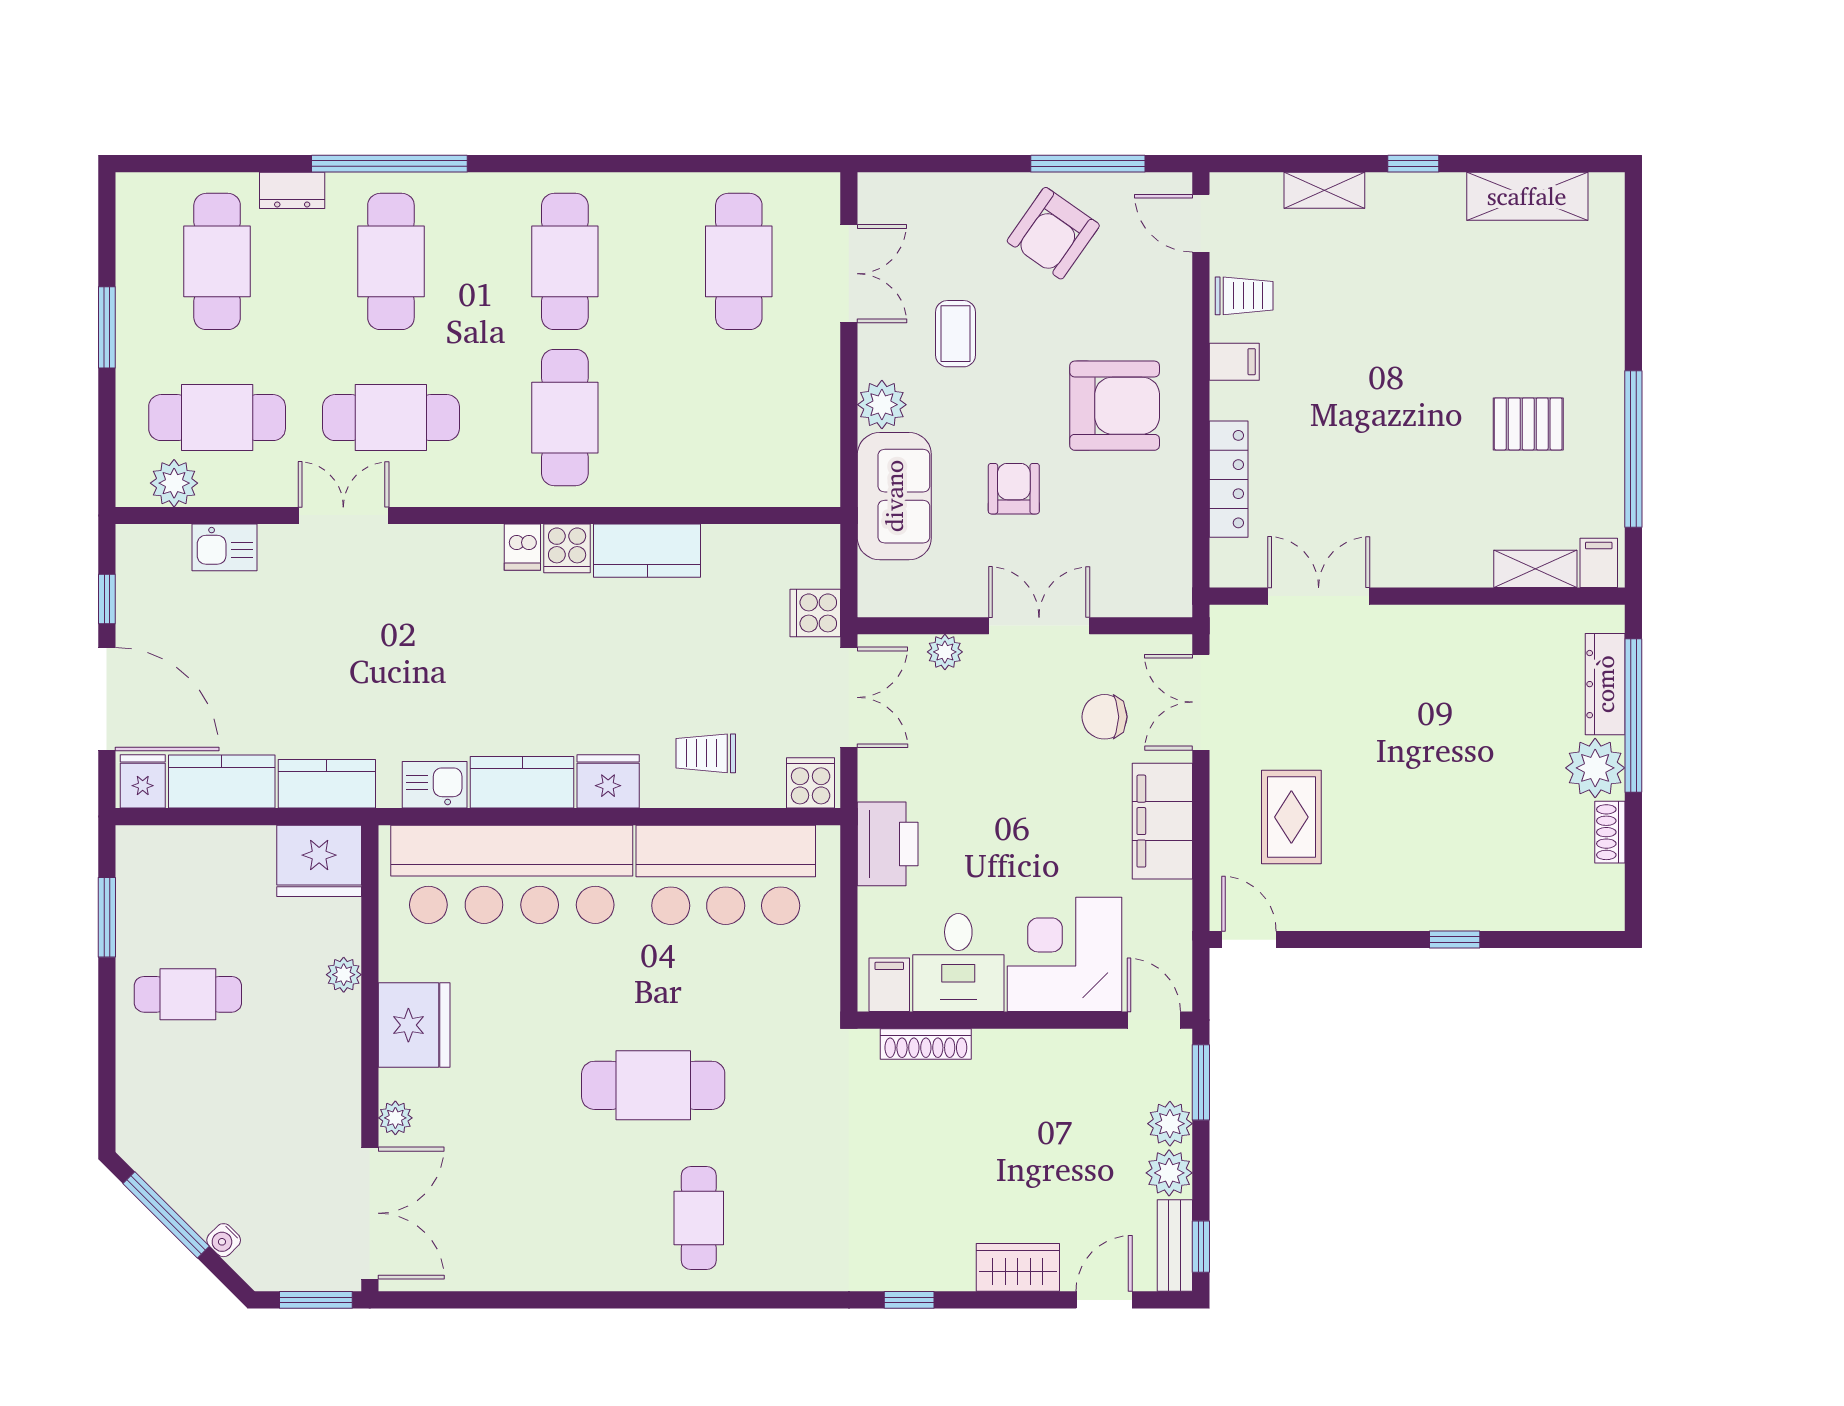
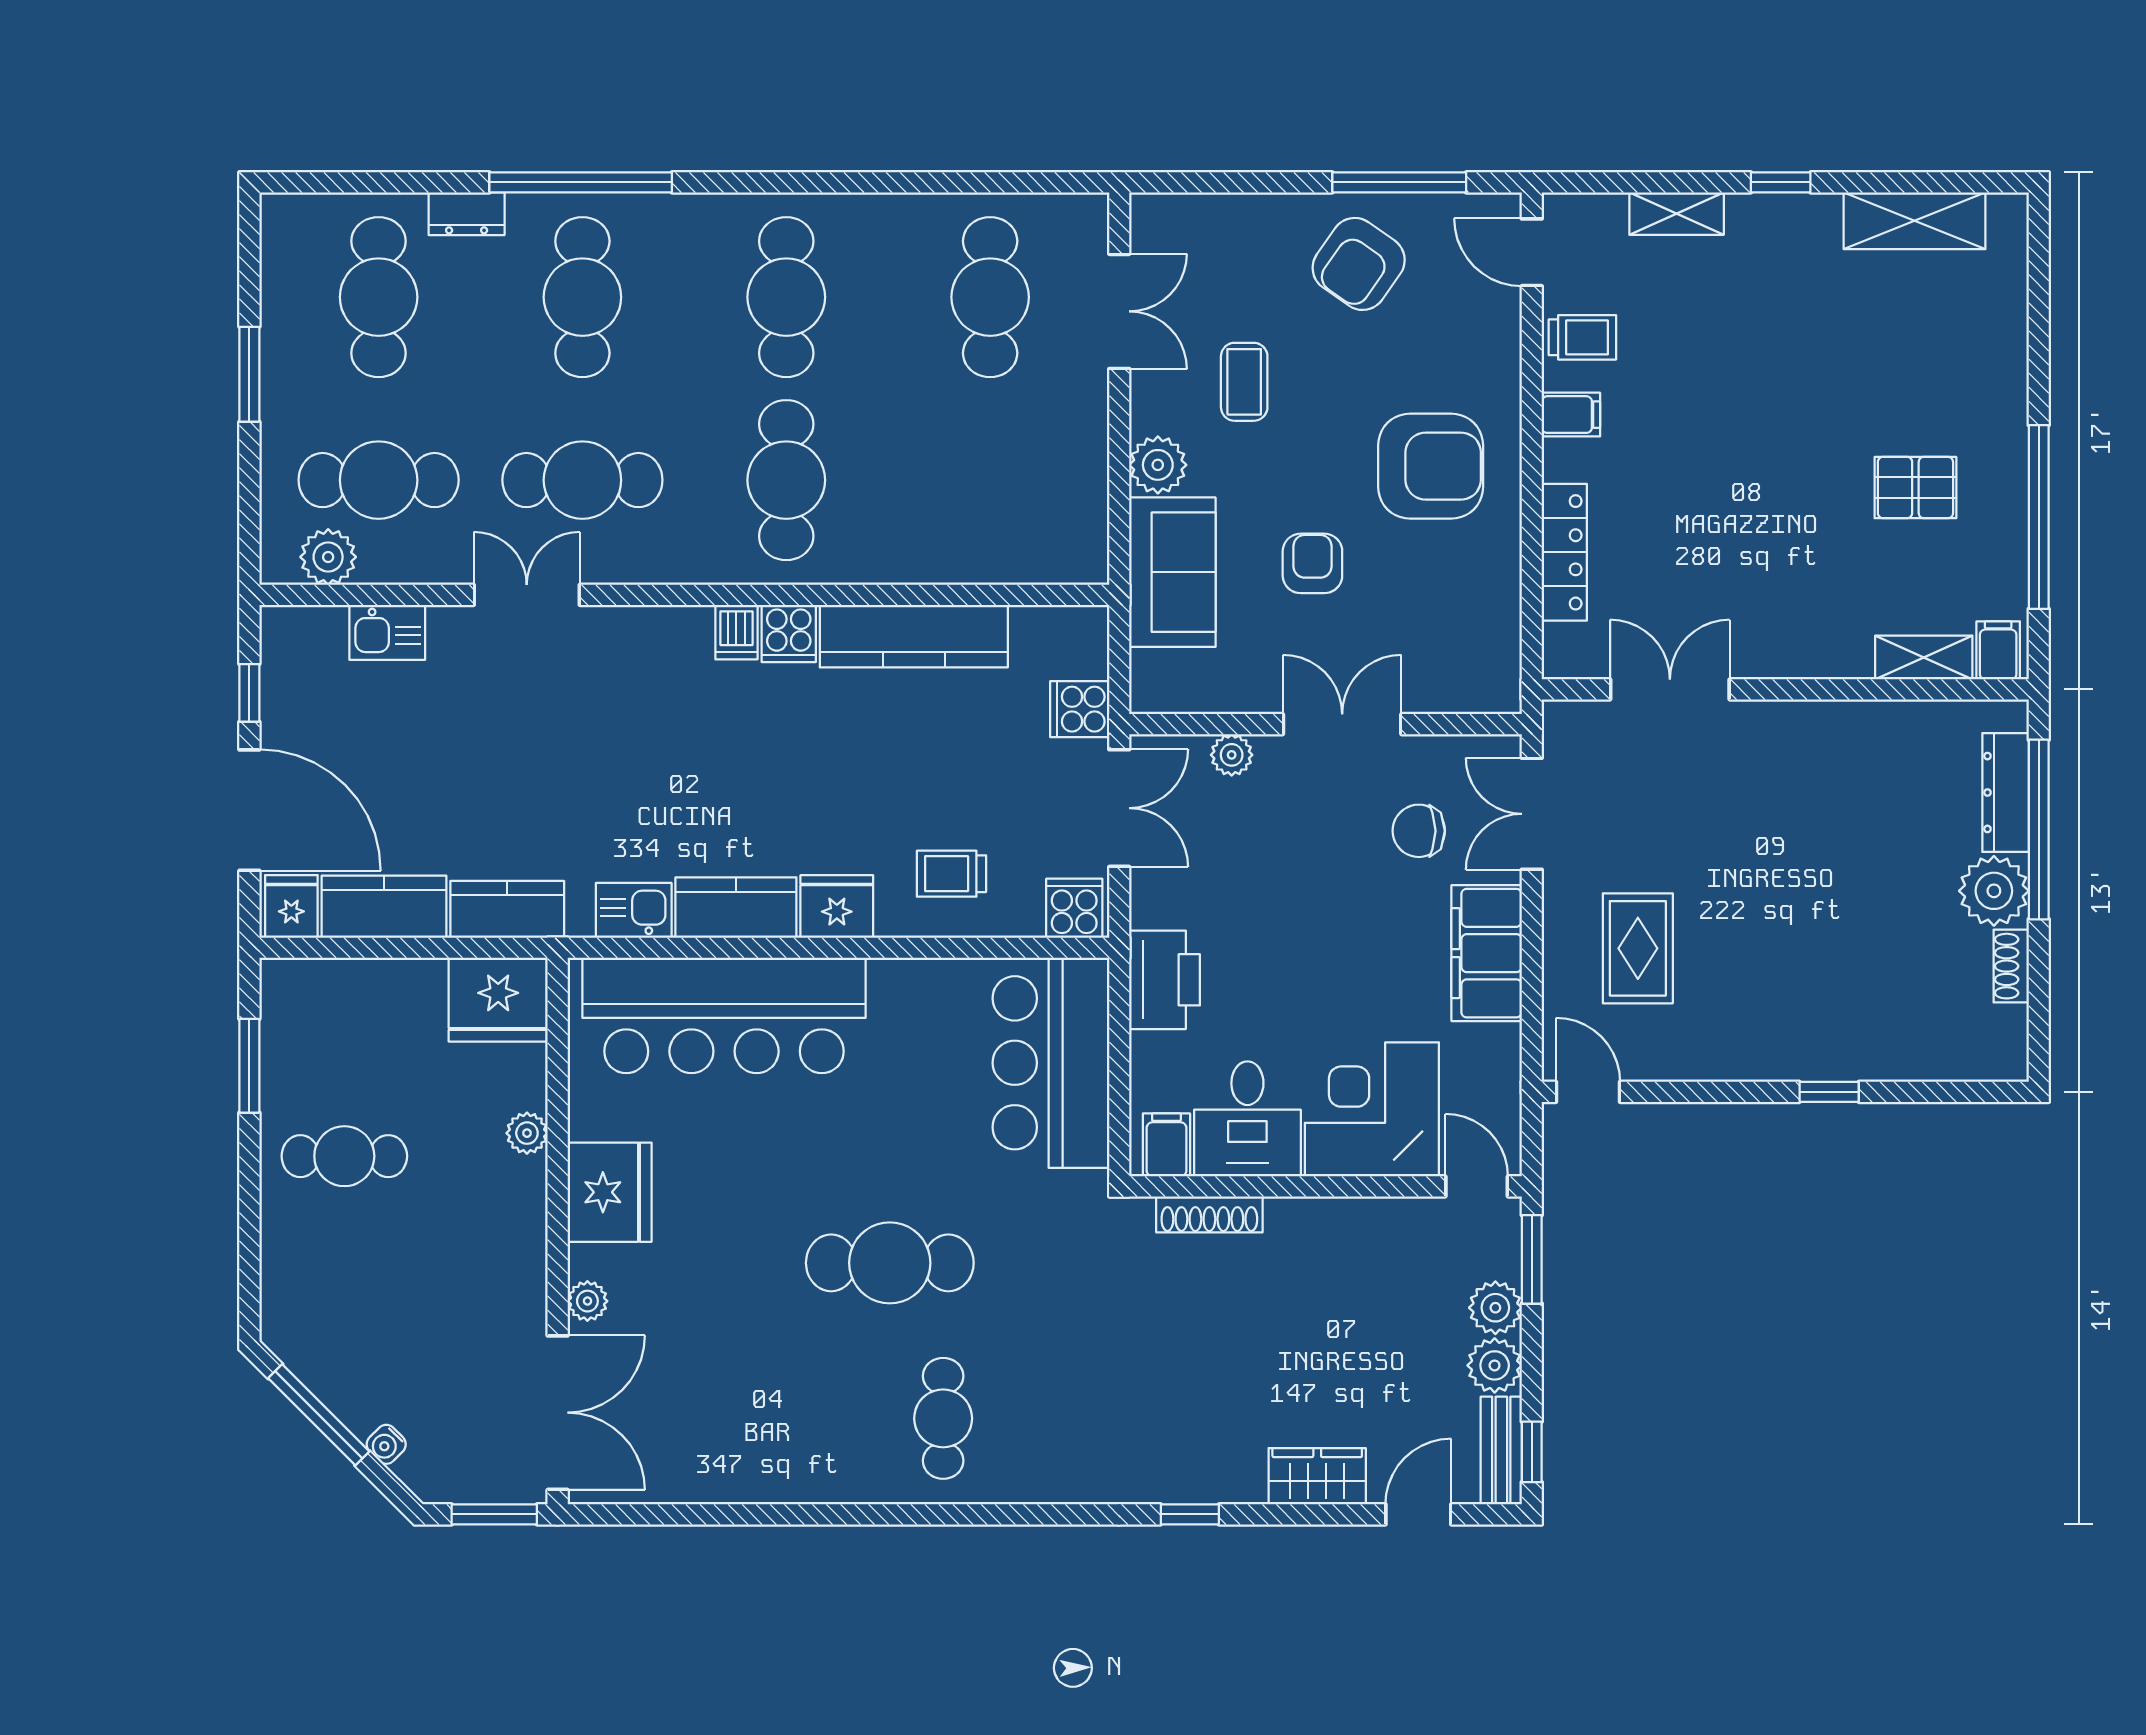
kitchen counter: (647, 551) -> (914, 636), width x1.50
bar counter: (726, 875) -> (1051, 1063), moved, turned 90

